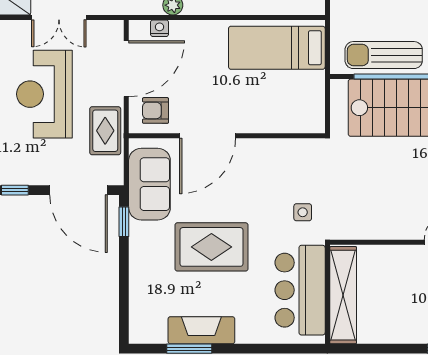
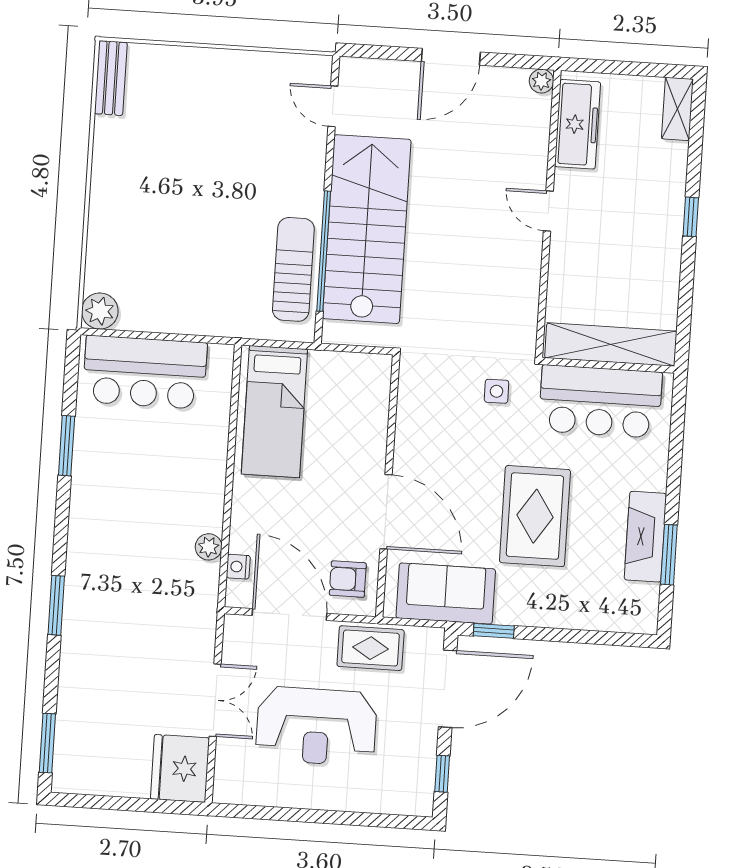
sun lounger: (384, 55) -> (293, 269), turned 180
armchair: (156, 110) -> (348, 579), turned 90

